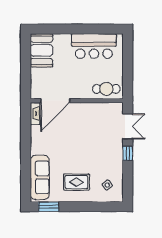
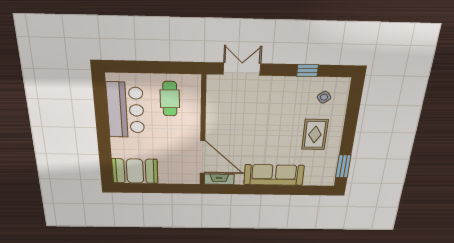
cafe table: (106, 89) -> (170, 99), moved
window: (128, 153) -> (307, 70), moved
sofa: (40, 177) -> (274, 175), moved

